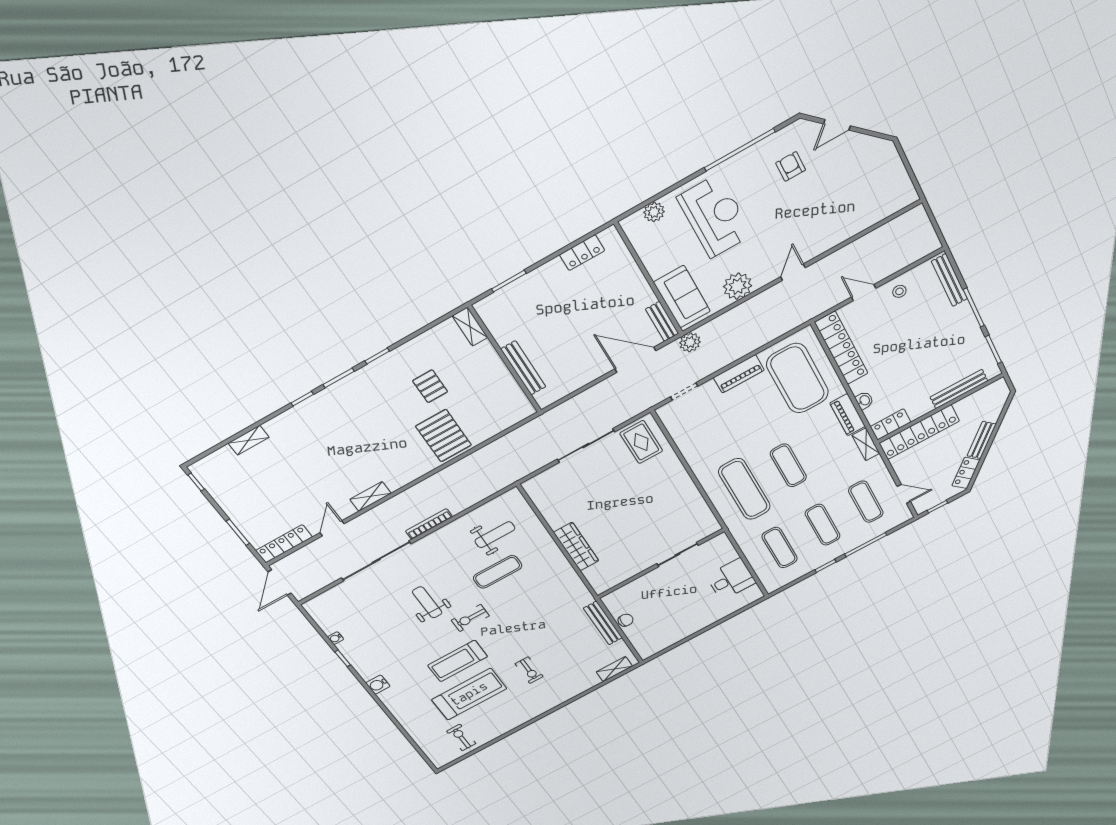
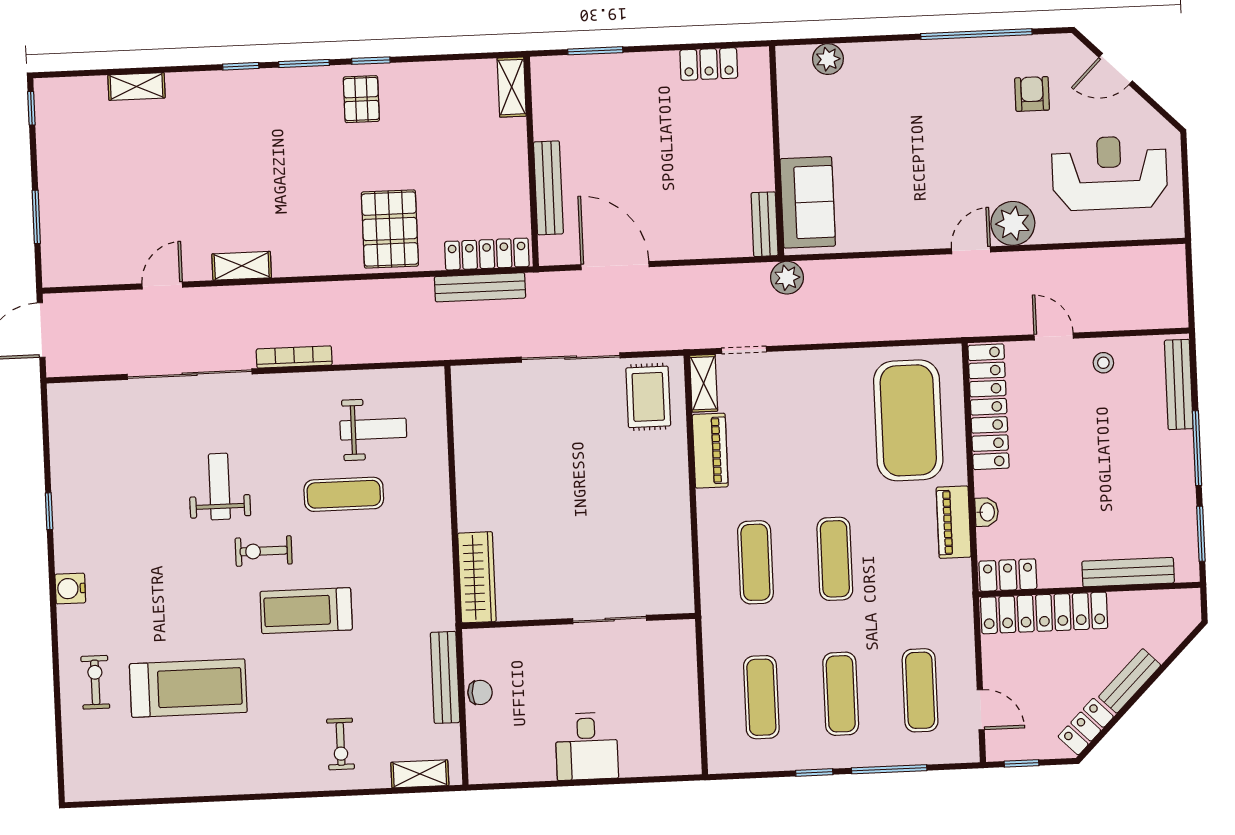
reception desk: (715, 216) -> (1110, 173), moved, turned -90
plant: (738, 286) -> (1013, 223), moved
door: (635, 360) -> (615, 266), moved
piano: (739, 374) -> (710, 451), moved, turned -90
pallet: (430, 386) -> (361, 99), moved
bench: (513, 438) -> (480, 287), added
shelving: (866, 444) -> (704, 383), moved
exercise mat: (744, 489) -> (755, 562), width x0.73, depth x0.69
locker: (284, 544) -> (487, 254), moved
wardrobe: (576, 547) -> (477, 577), moved
desk: (731, 579) -> (587, 746), moved, turned 90
water cooler: (336, 638) -> (60, 470), removed
treadmill: (458, 661) -> (306, 611), moved
exercise bike: (529, 670) -> (341, 744), moved
exercise bike: (461, 737) -> (95, 682), moved

